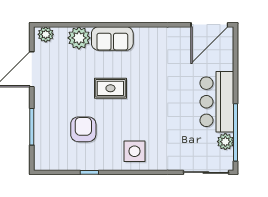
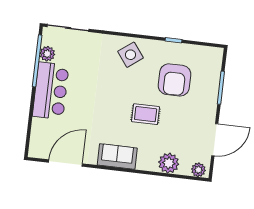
door: (209, 25) -> (65, 163), moved
sofa: (112, 38) -> (117, 157), moved
armchair: (83, 129) -> (174, 80), width x1.36, depth x1.36
side table: (135, 151) -> (131, 55), turned -37

